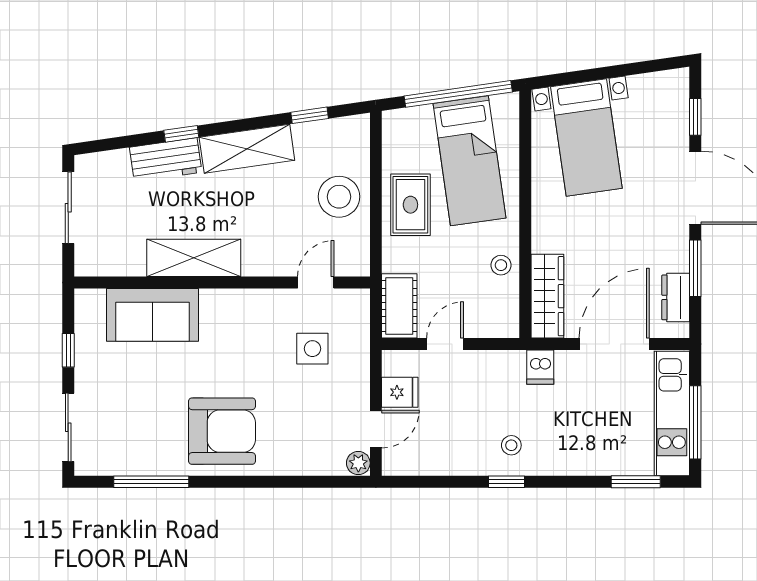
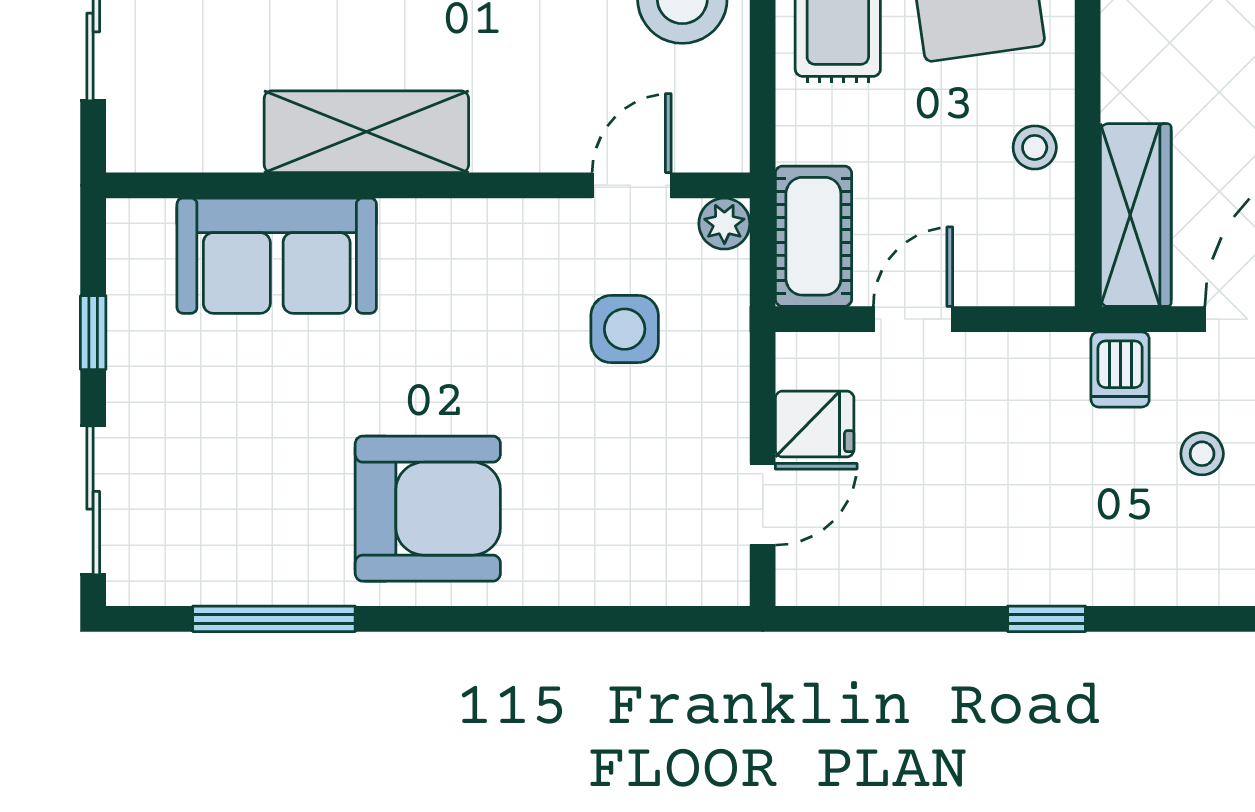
stool: (511, 445) -> (1202, 454), moved
plant: (358, 463) -> (724, 224), moved

